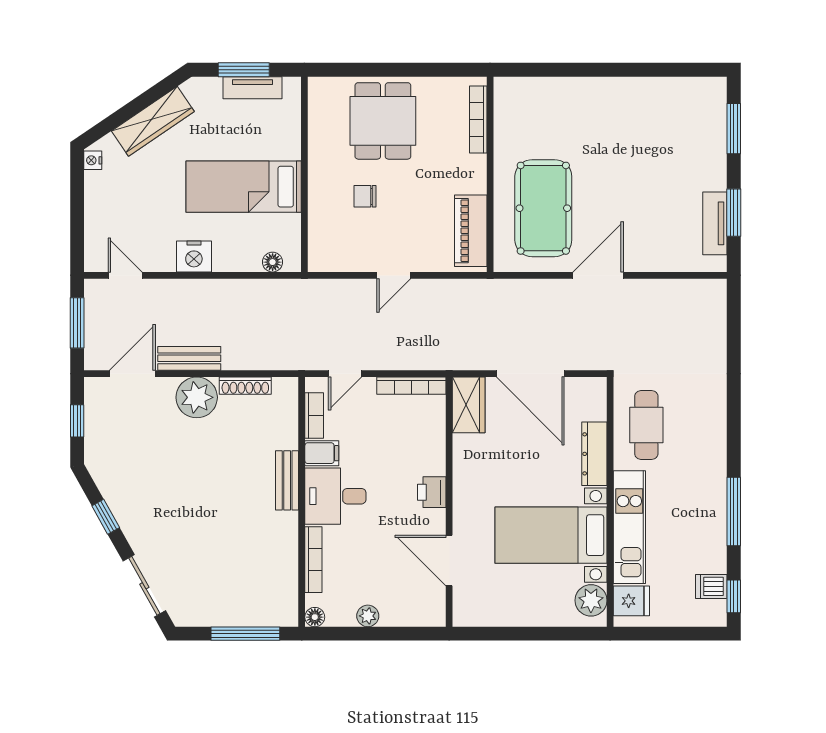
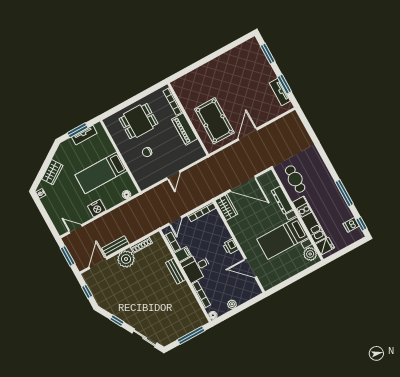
wardrobe: (153, 121) -> (52, 172), width x0.67
dining table: (383, 121) -> (138, 121), turned 90
piano: (471, 231) -> (184, 129), moved

